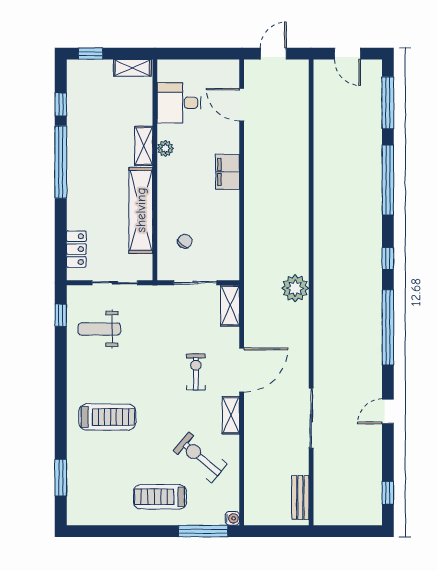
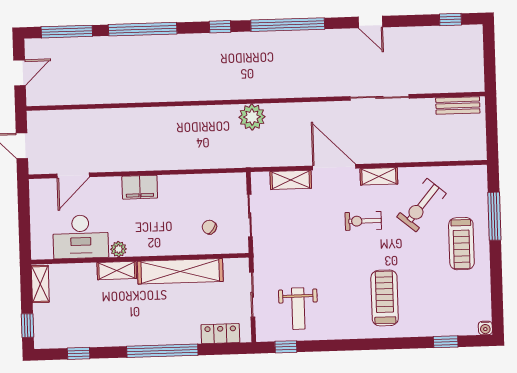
desk: (179, 103) -> (81, 237), width x1.37
window: (61, 162) -> (162, 351), moved
shelving: (230, 306) -> (291, 180), moved
exercise bike: (196, 372) -> (363, 221), moved
window: (61, 478) -> (446, 342), width x0.67
water cooler: (232, 518) -> (485, 328), moved, turned 180
window: (203, 531) -> (494, 216), moved

